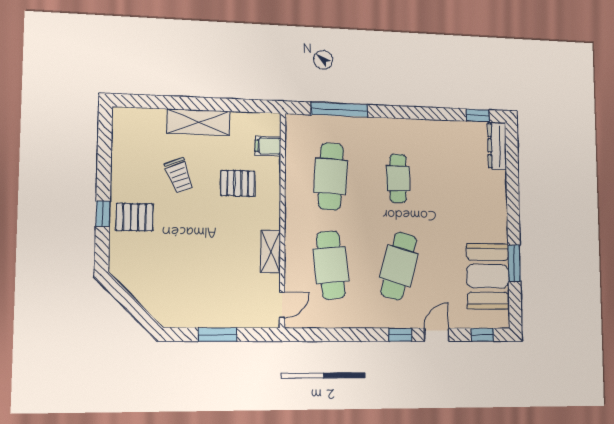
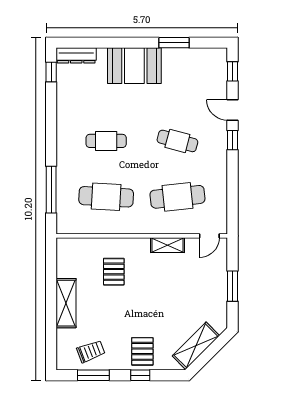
filing cabinet: (268, 146) -> (83, 248), removed
window: (104, 153) -> (93, 375), added
trolley: (179, 175) -> (91, 351), moved
cafe table: (399, 266) -> (177, 141), width x0.73, depth x0.74
booth: (488, 276) -> (134, 66), moved
shelving: (140, 287) -> (196, 346), added
door: (282, 305) -> (209, 236), swing flipped

